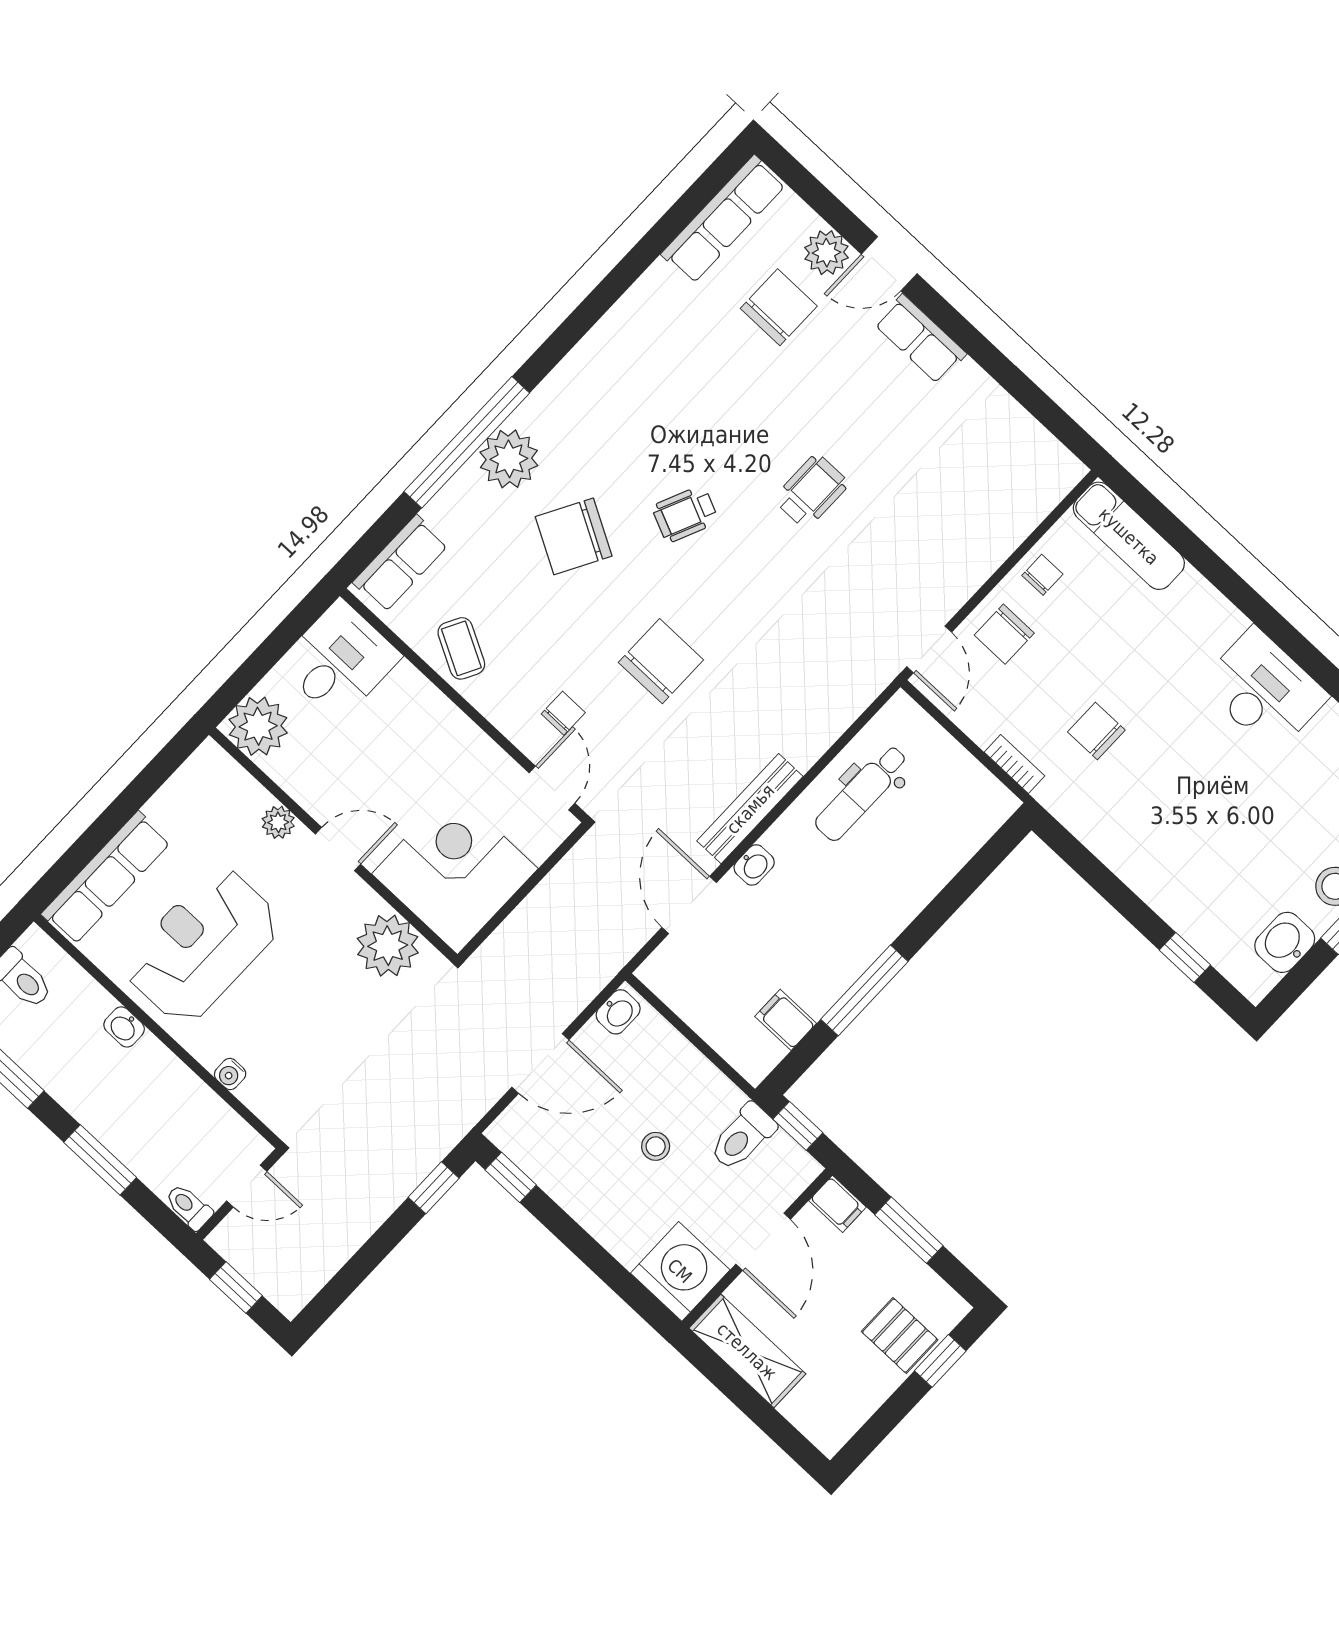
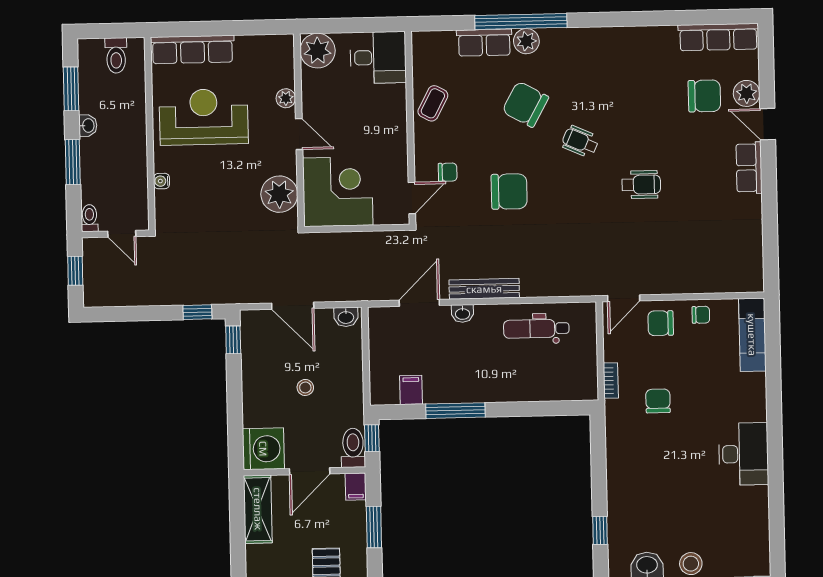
plant: (509, 459) -> (526, 41), width x0.73, depth x0.73
row of seats: (401, 564) -> (484, 43), moved
washbasin: (124, 1027) -> (88, 126), moved, turned 180
toilet: (743, 1137) -> (353, 448), moved, turned 90

